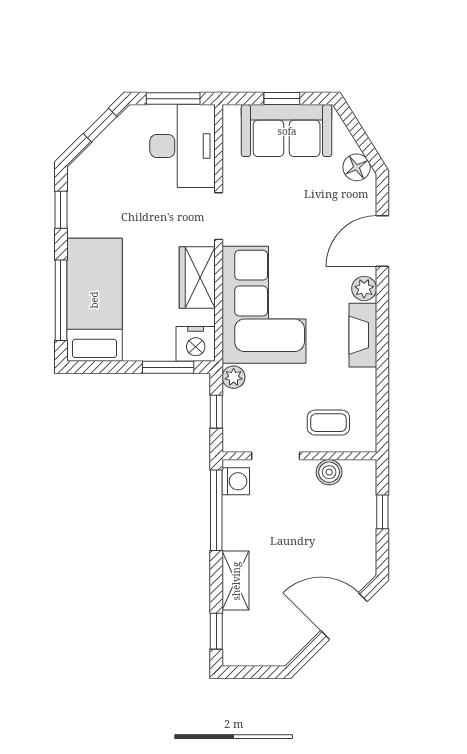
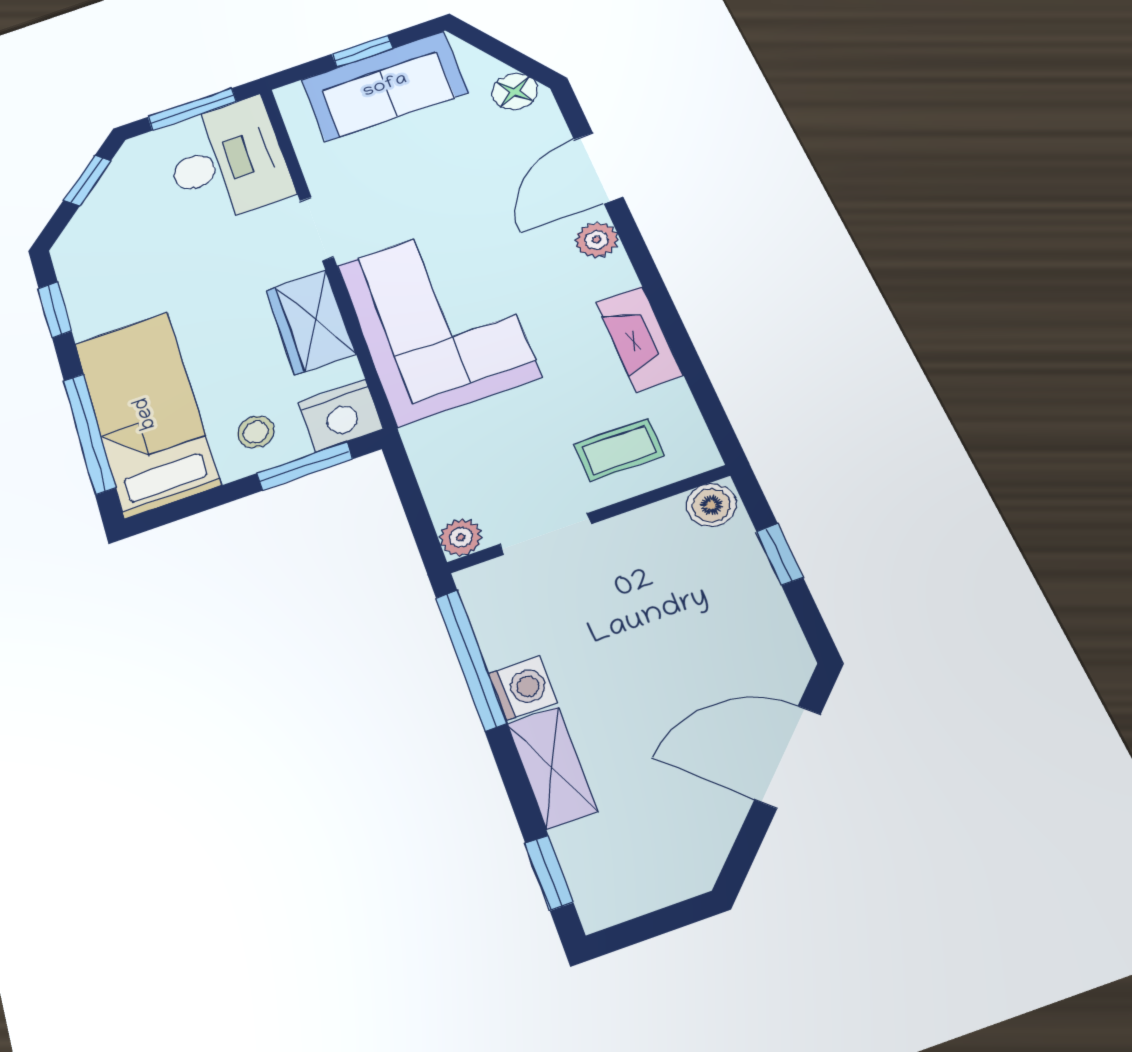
fireplace: (363, 335) -> (639, 338), moved
stool: (149, 336) -> (256, 432), added
plant: (234, 377) -> (461, 537), moved
window: (216, 412) -> (413, 503), removed
boiler: (329, 472) -> (711, 505), moved
washing machine: (236, 481) -> (523, 688), moved

